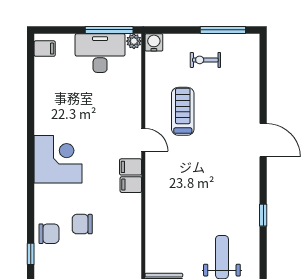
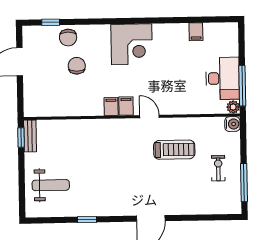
filing cabinet: (45, 49) -> (196, 32), moved
door: (143, 140) -> (149, 116), swing flipped

